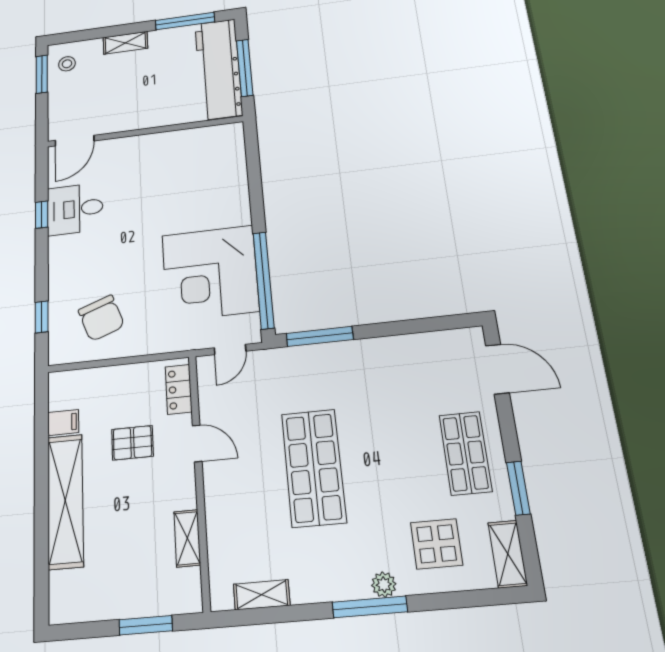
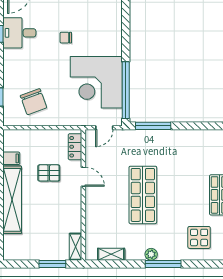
chair: (153, 207) -> (66, 38), added
shelving: (187, 538) -> (75, 247), moved
plant: (384, 585) -> (151, 254), moved

